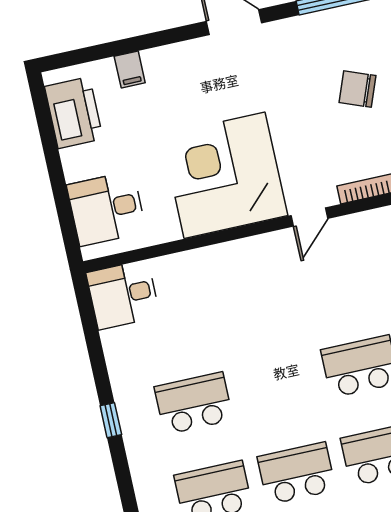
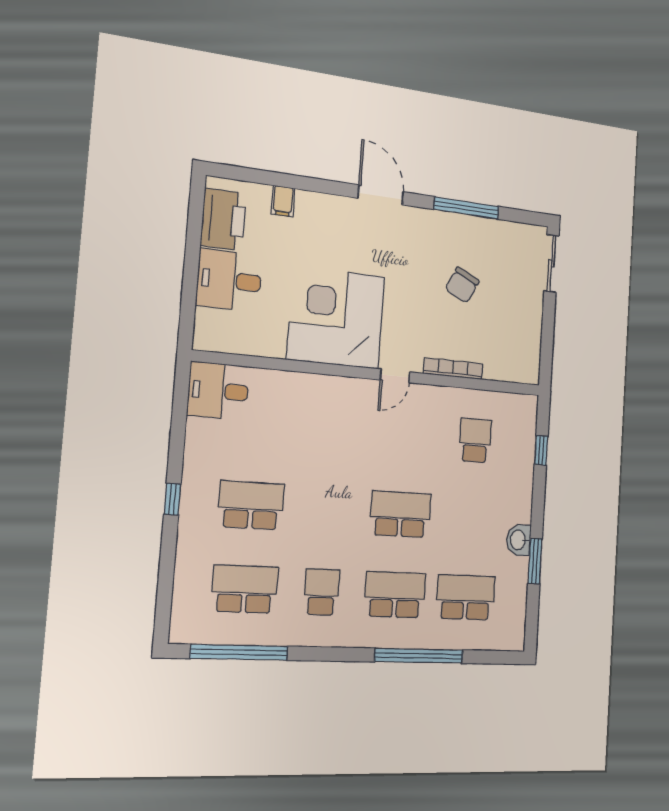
chair: (357, 89) -> (462, 285), turned -85
desk: (106, 209) -> (229, 280), moved
school desk: (297, 473) -> (322, 592), width x0.54

